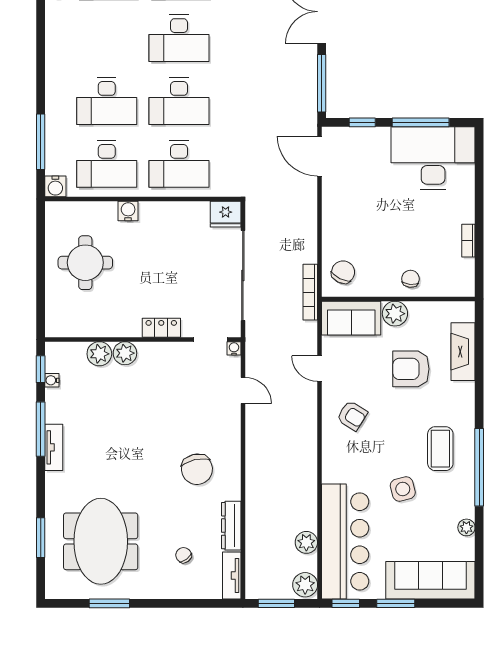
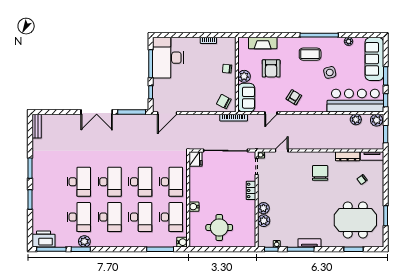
desk: (107, 38) -> (110, 217), added
chair: (197, 469) -> (320, 173), turned -77

